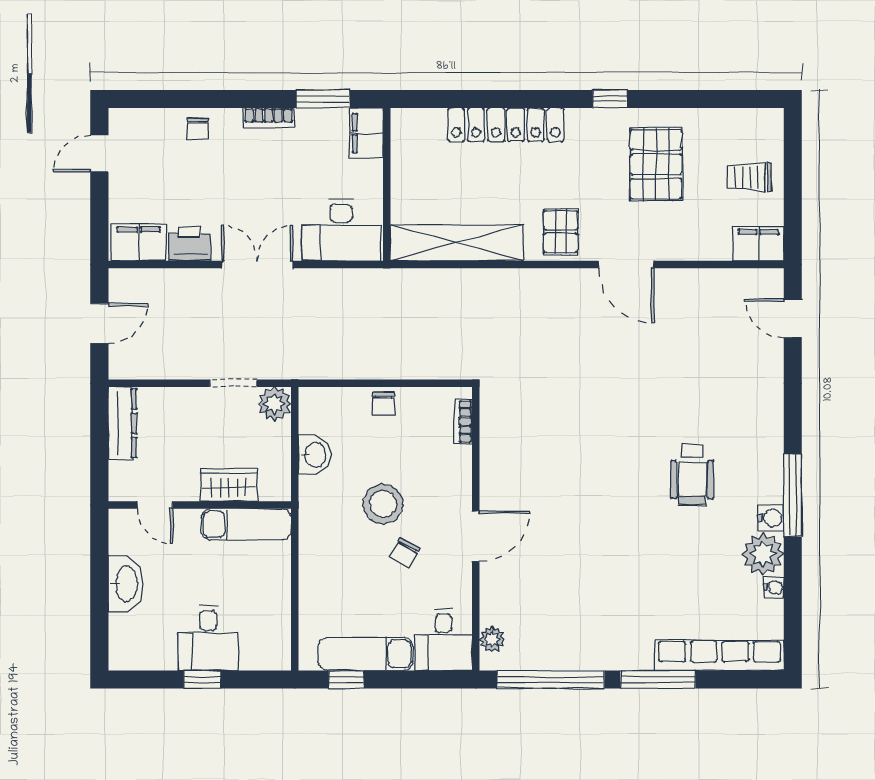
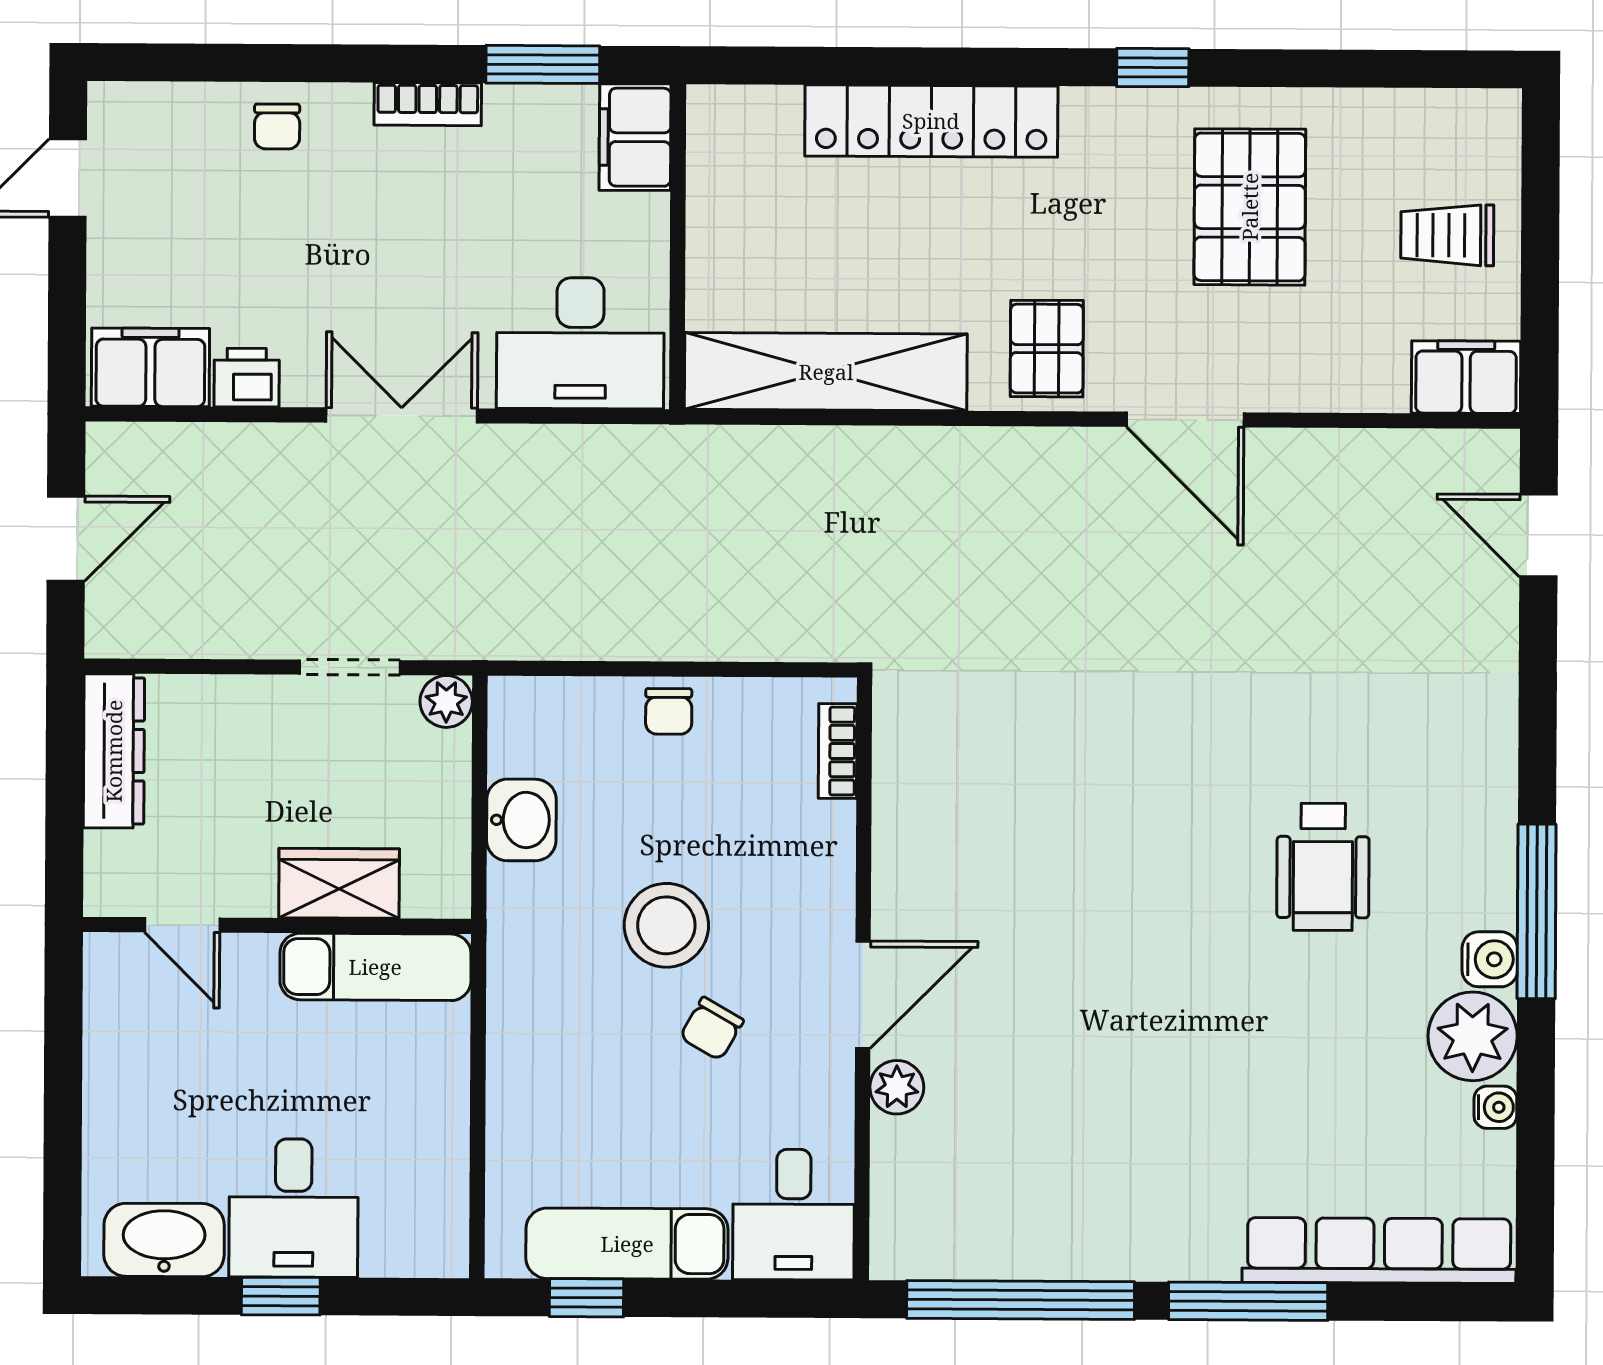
printer: (190, 244) -> (247, 378), width x0.73, depth x0.81
plant: (274, 404) -> (446, 701), width x0.73, depth x0.73
washbasin: (126, 584) -> (164, 1240), moved, turned -90
plant: (492, 639) -> (897, 1087), moved

